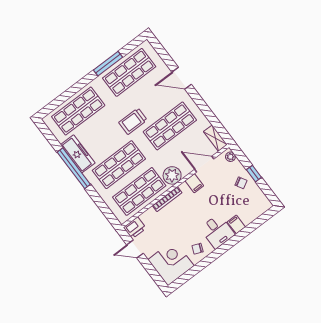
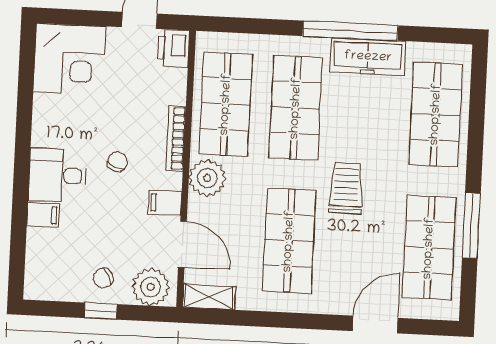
door: (182, 78) -> (375, 325), moved
plant: (230, 157) -> (151, 287), width x1.88, depth x1.88
door: (204, 164) -> (182, 244), hinge flipped
chair: (198, 249) -> (117, 162), moved

